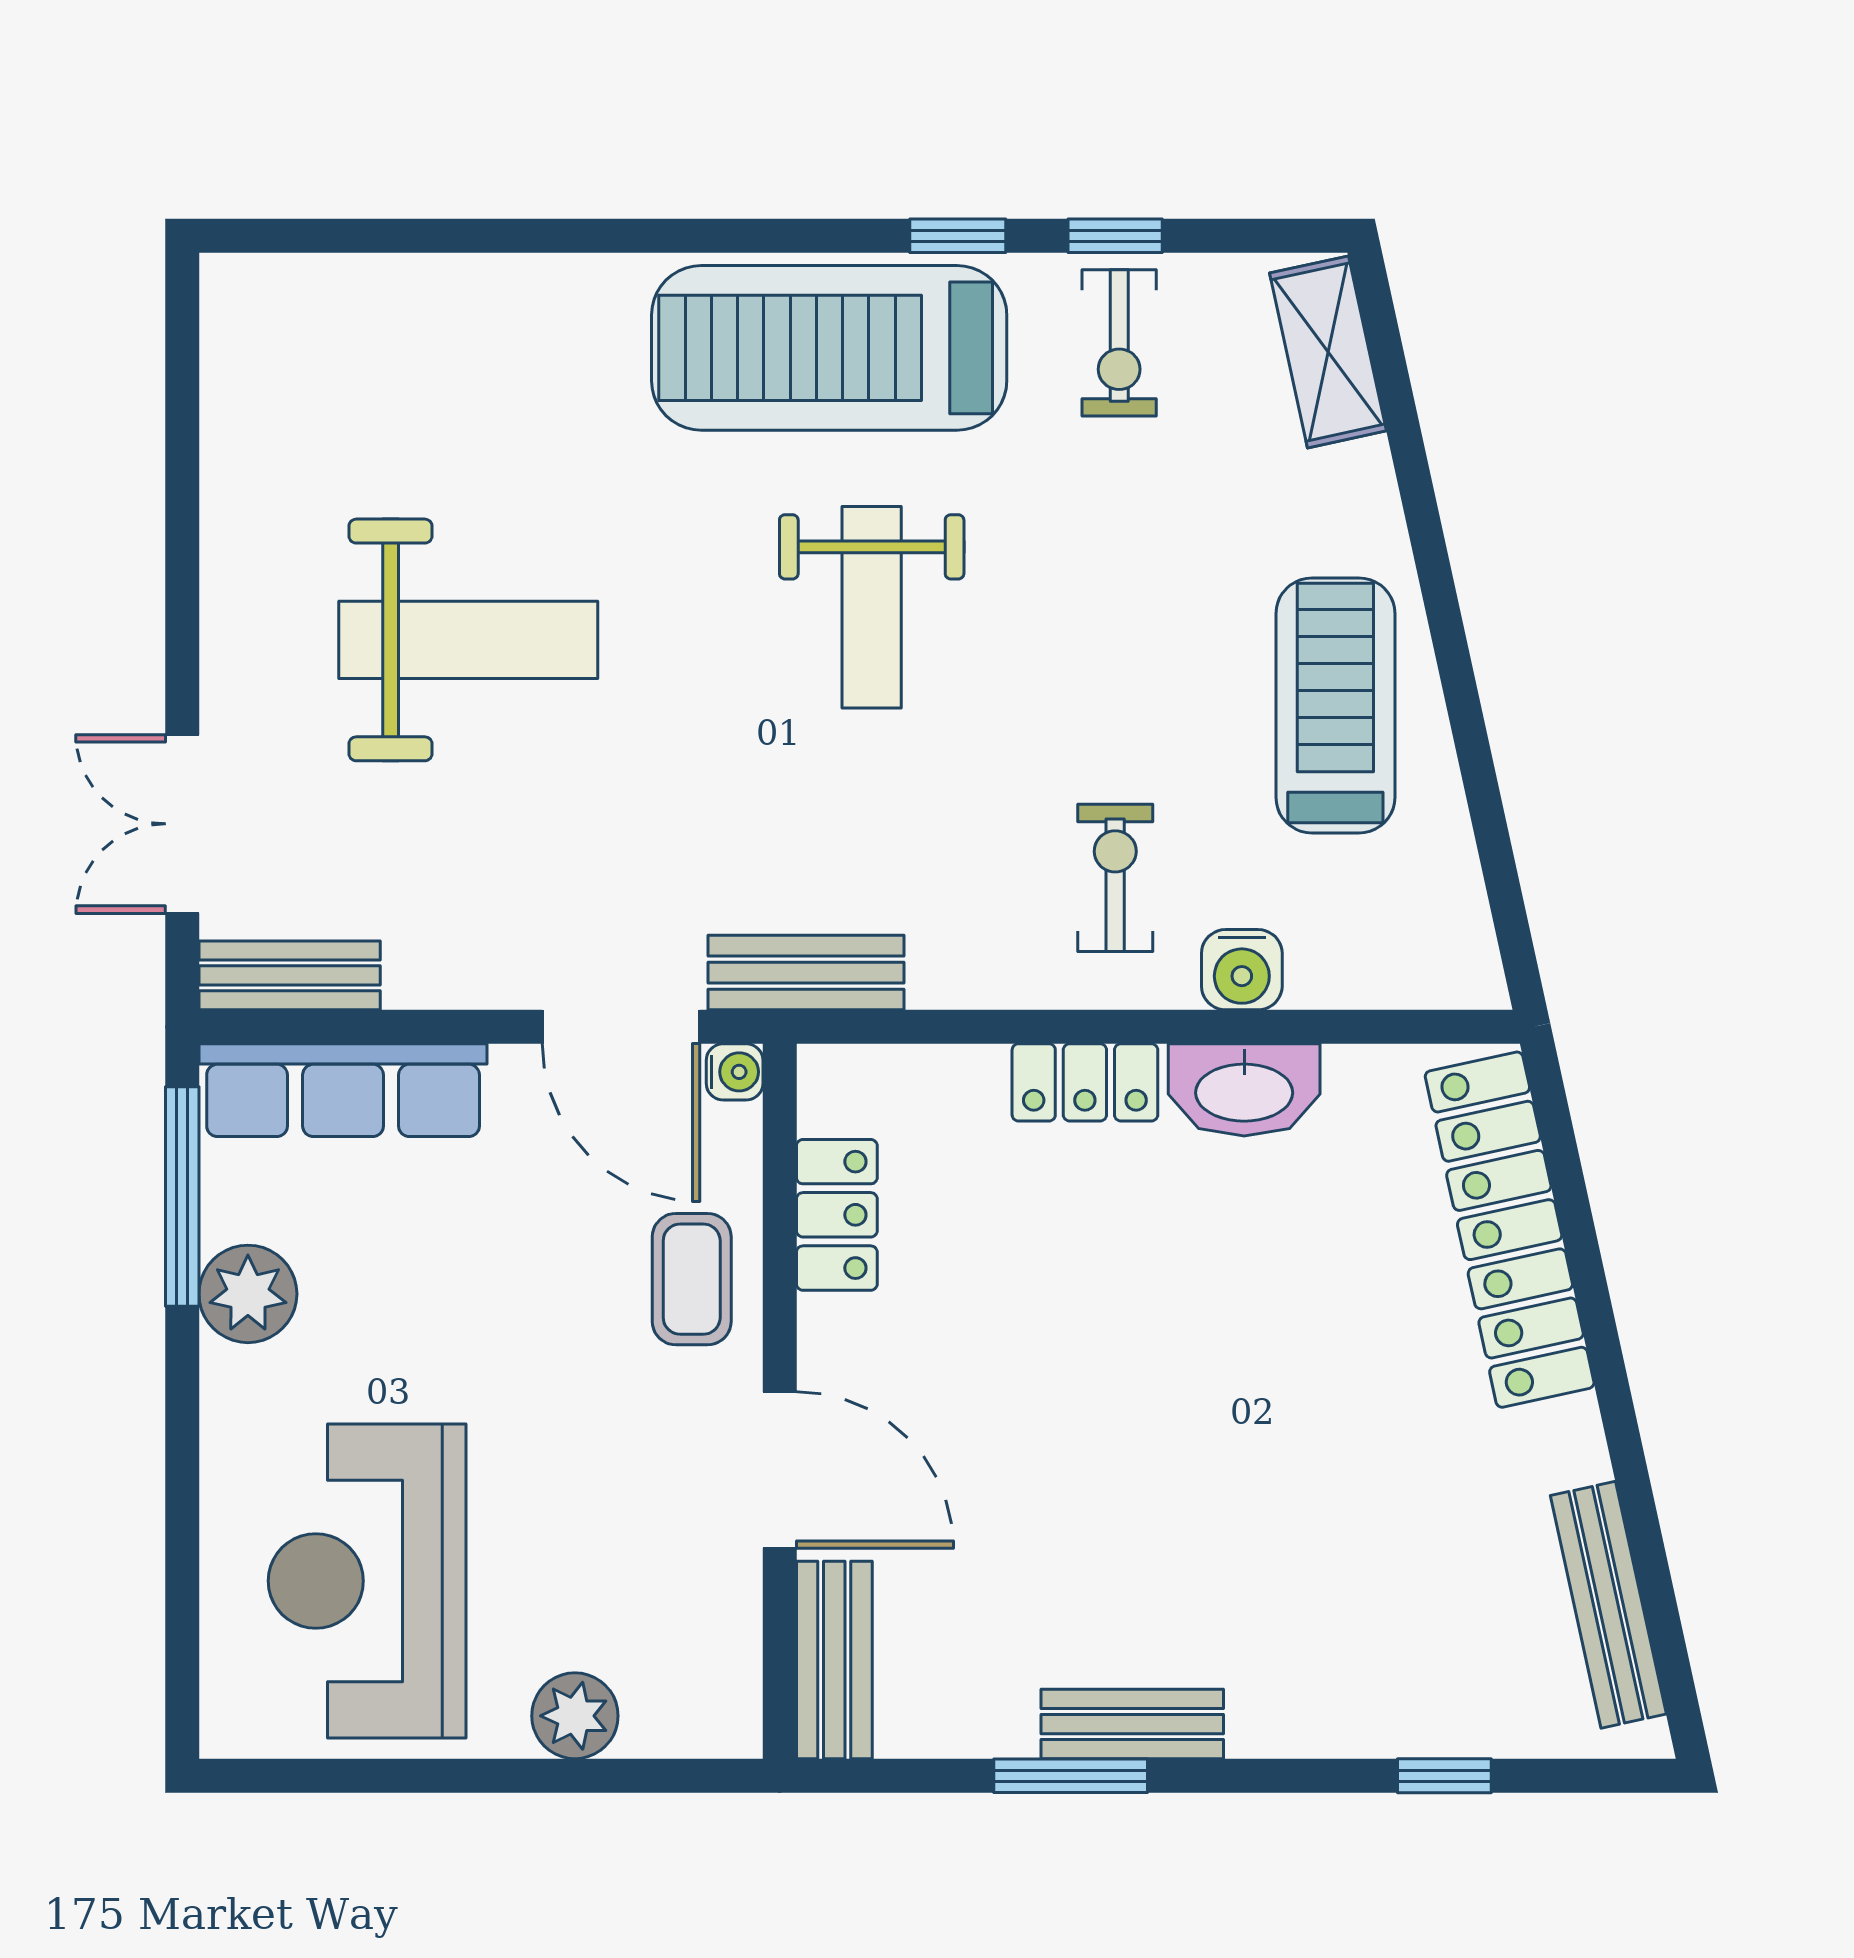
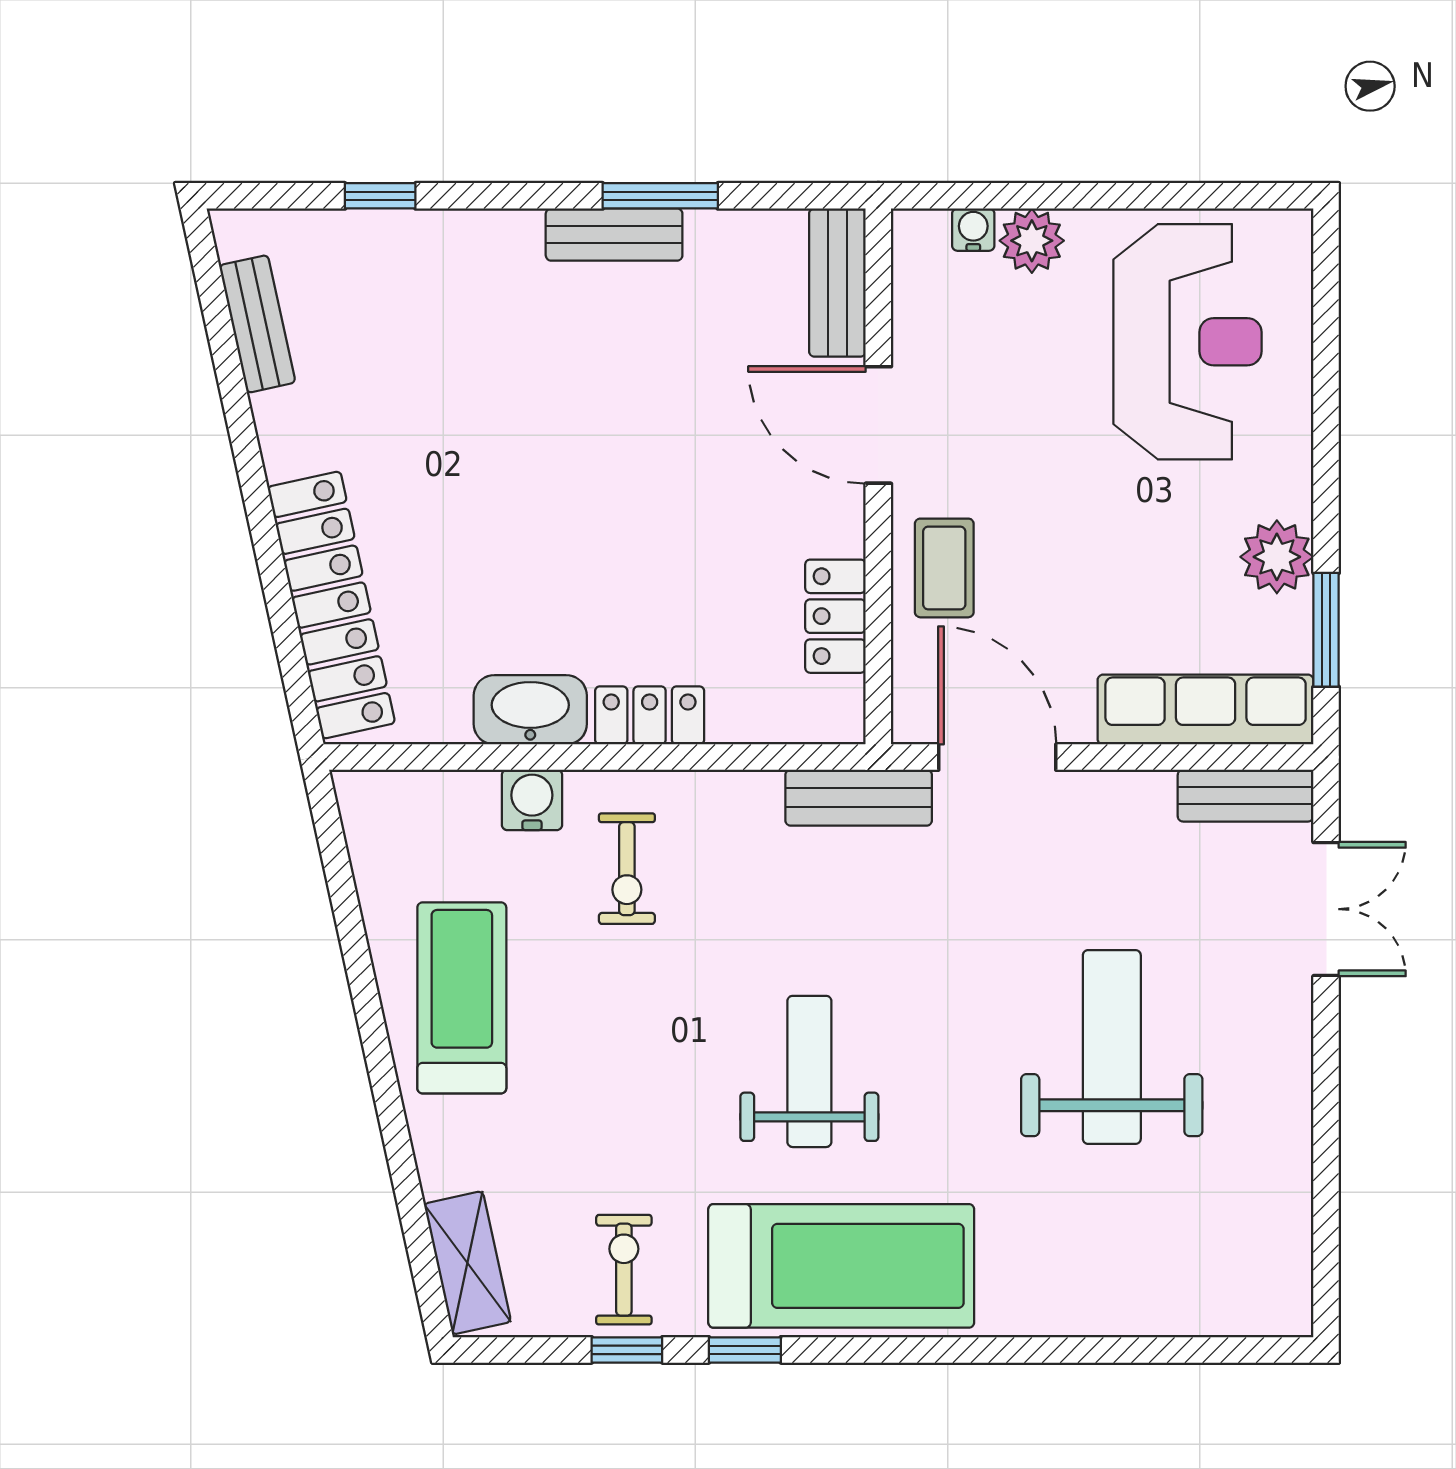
weight bench: (468, 640) -> (1112, 1047), turned 90
treadmill: (1335, 705) -> (462, 998), turned 180
water cooler: (735, 1072) -> (973, 230), moved, turned 90
window: (182, 1197) -> (1326, 630), width x0.69
bench: (1608, 1605) -> (257, 324), width x0.73

